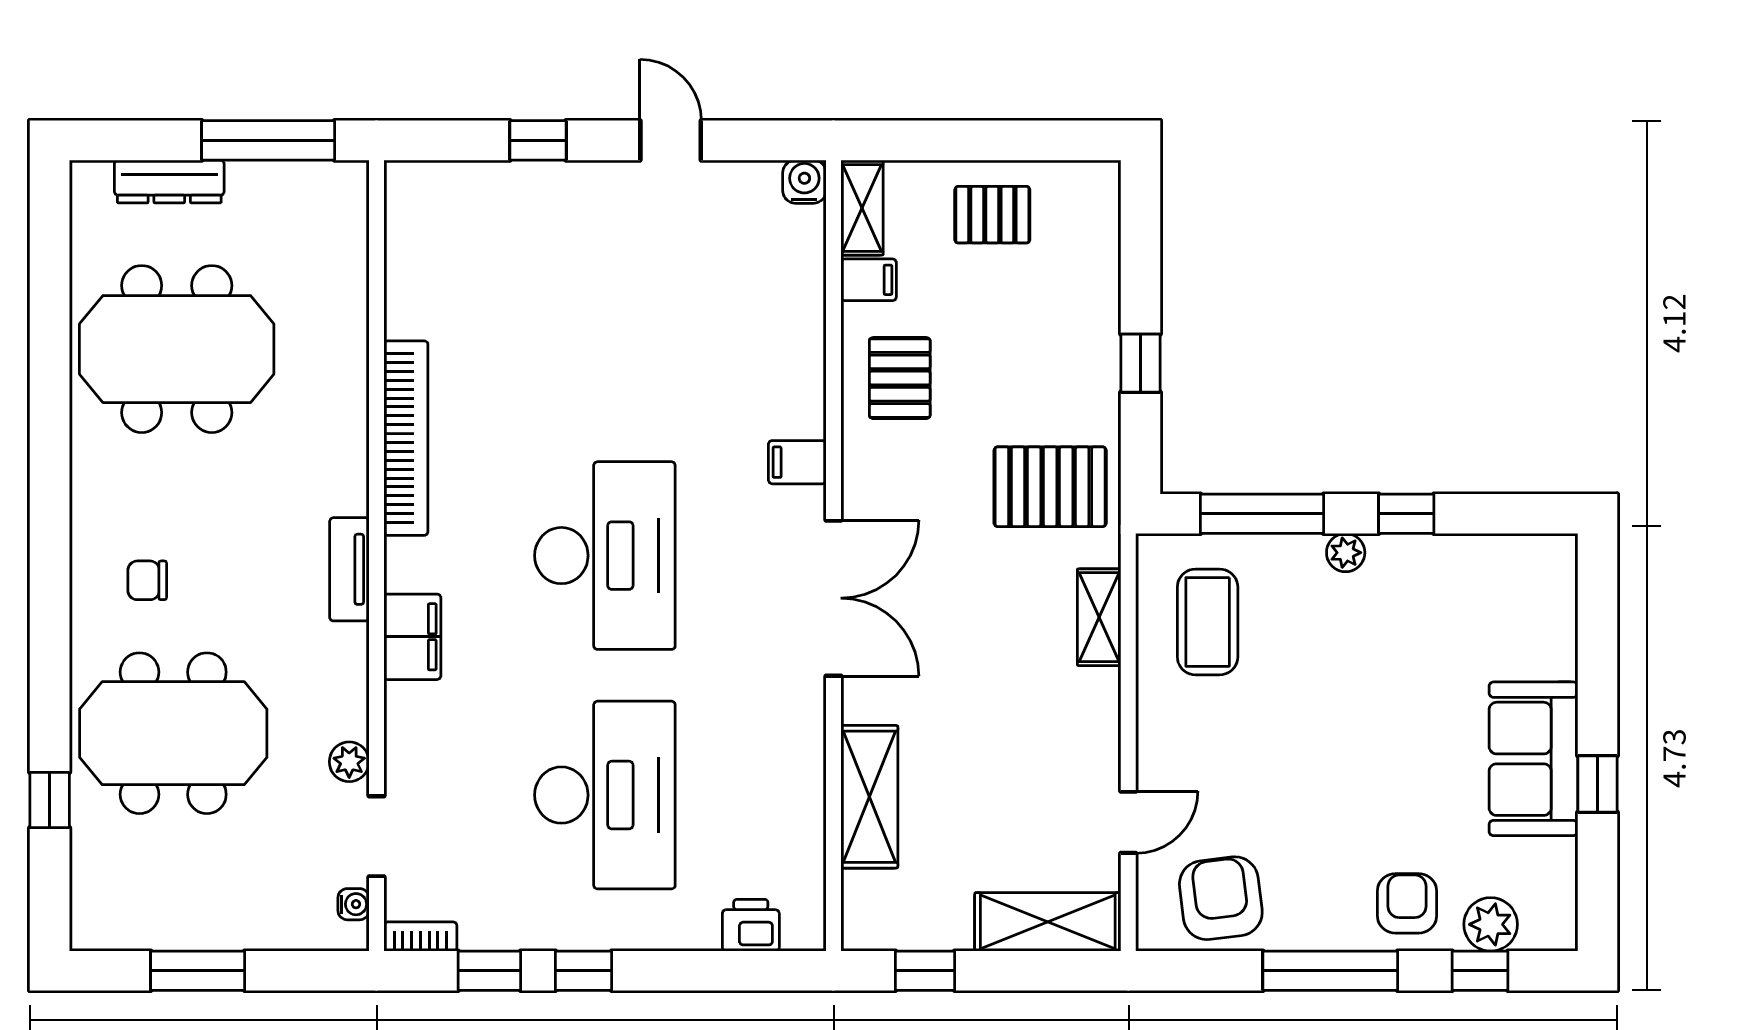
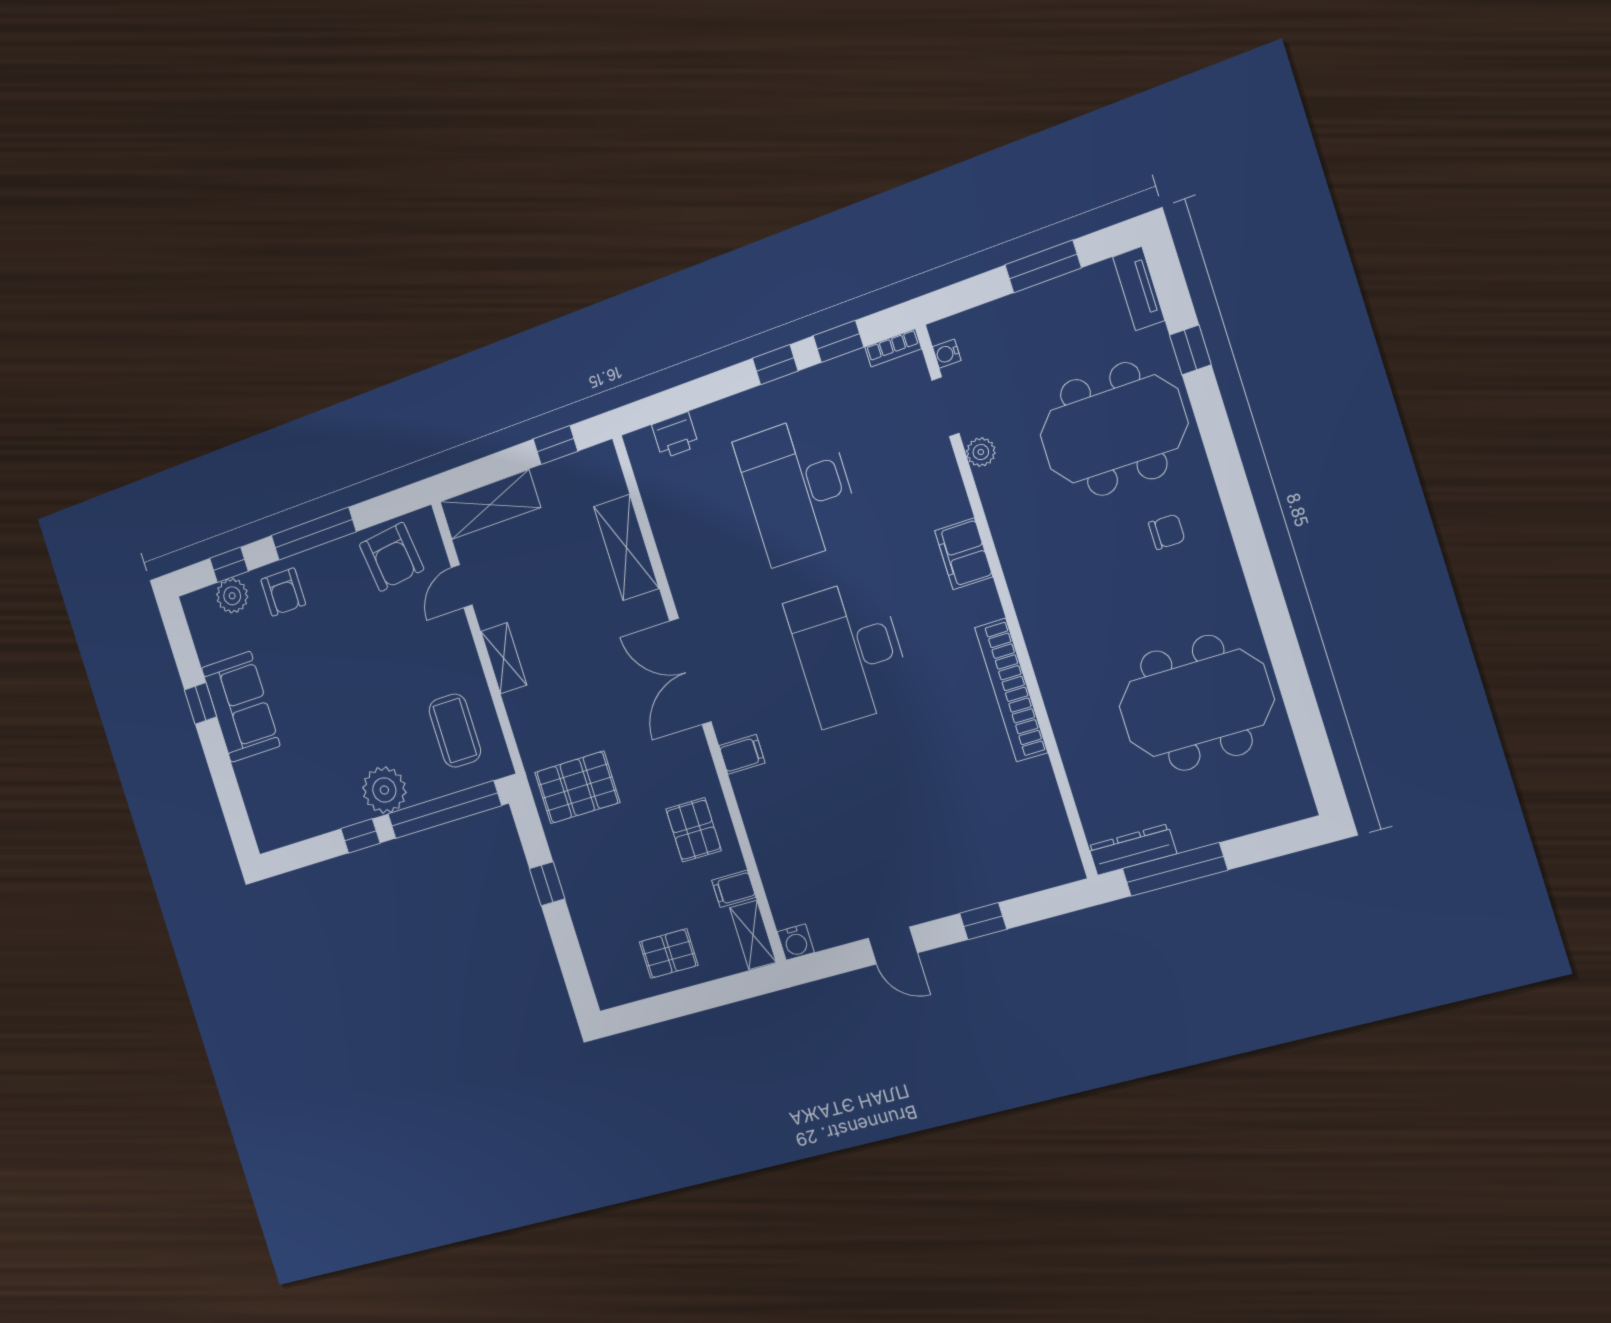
dresser: (169, 181) -> (1132, 850), moved
window: (1262, 514) -> (444, 810), width x1.46
plant: (1346, 553) -> (384, 790), width x1.88, depth x1.88
tv unit: (349, 569) -> (1139, 289), moved, turned 180
shelving: (1099, 617) -> (504, 658), moved

